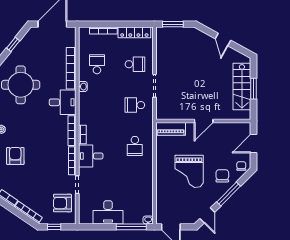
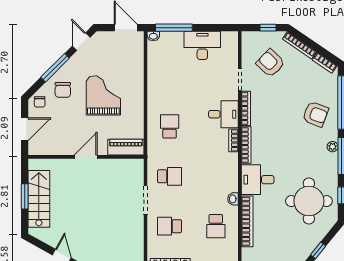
armchair: (15, 156) -> (315, 114), turned -69
armchair: (62, 203) -> (270, 63), moved, turned -136

